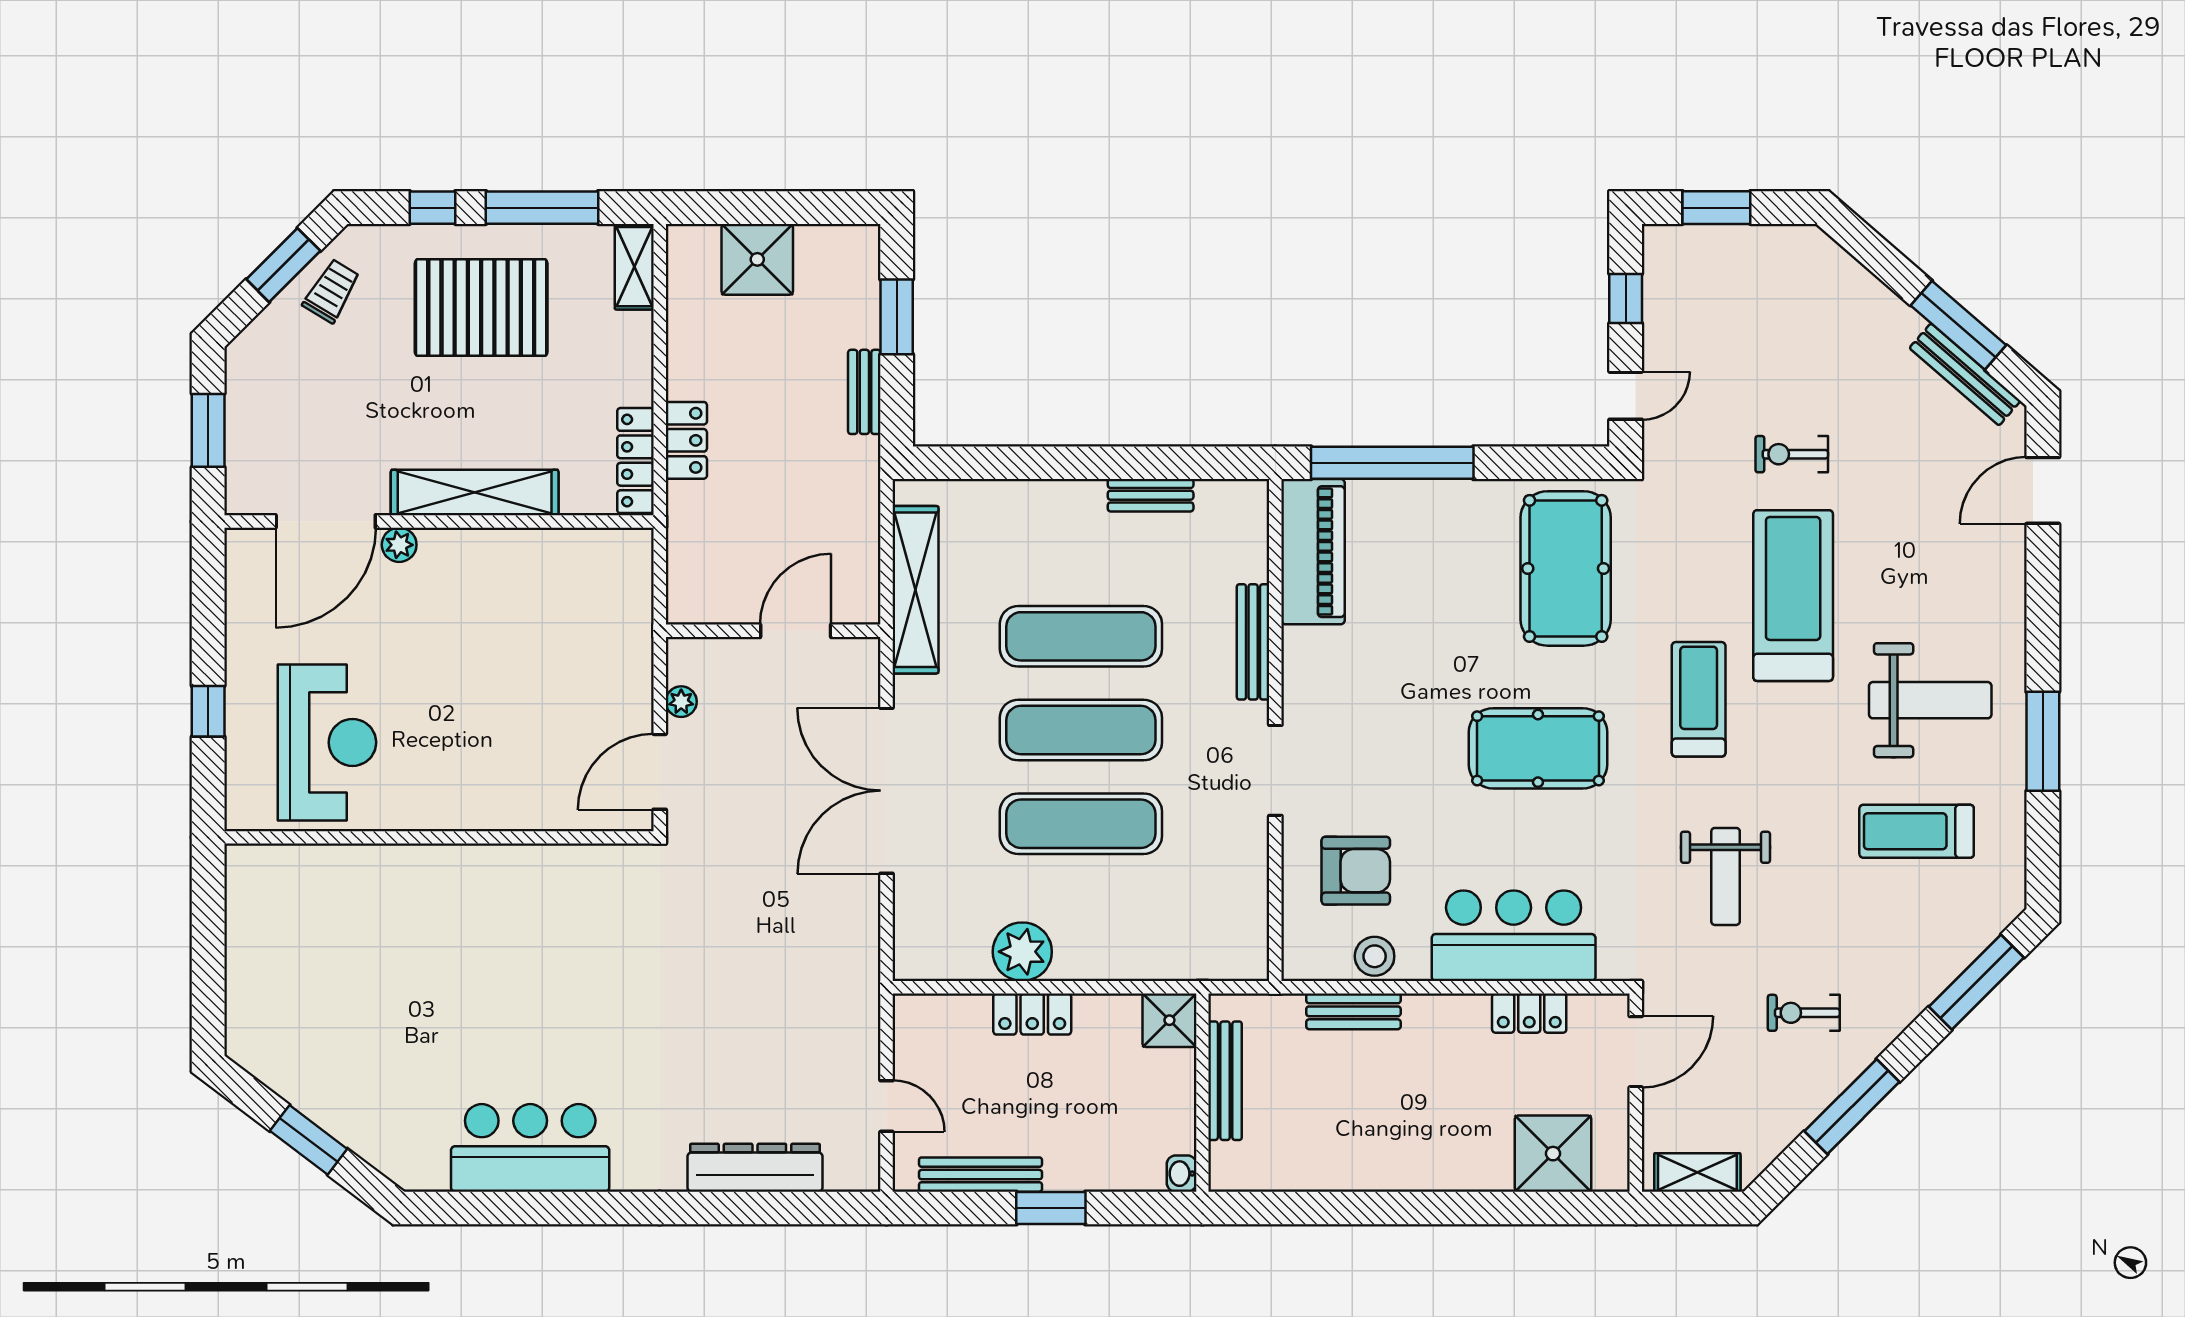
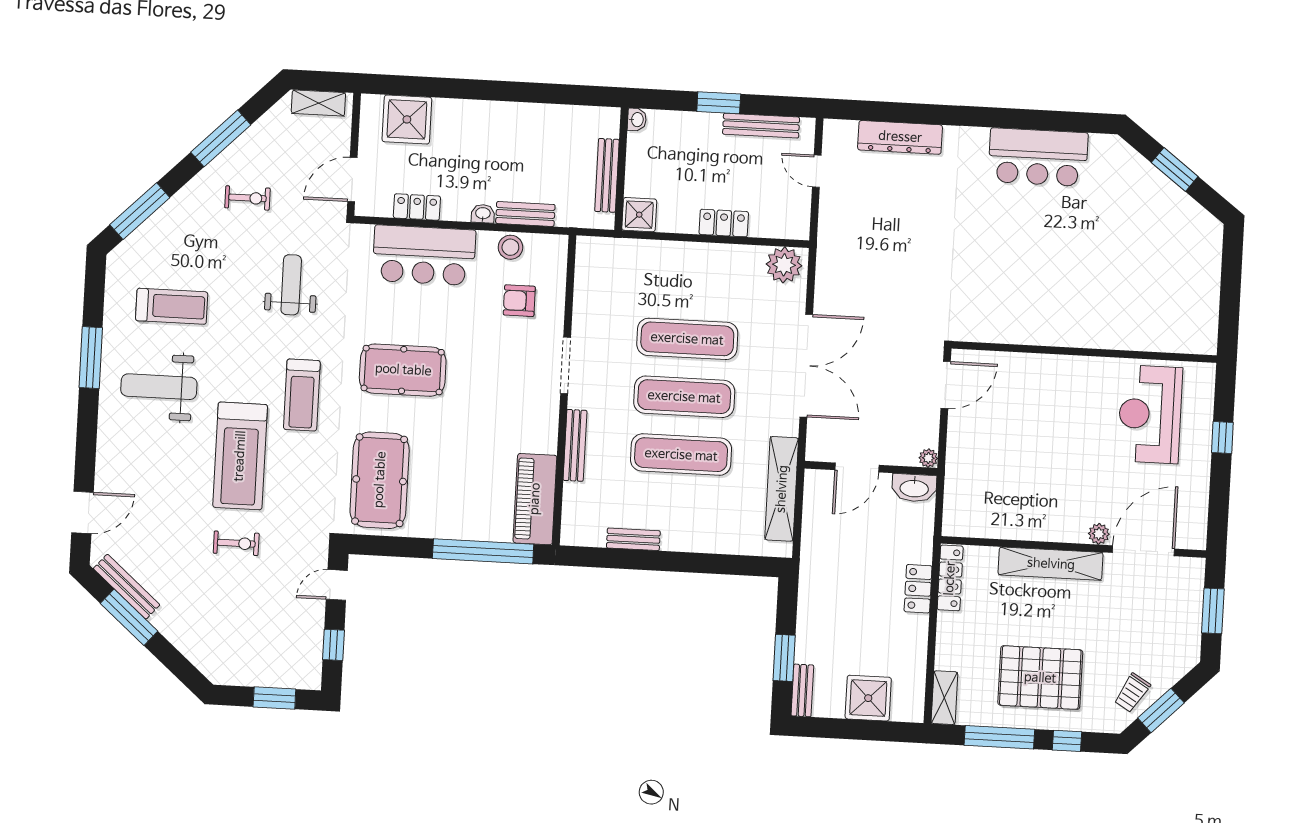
bench: (864, 392) -> (802, 690), moved
washbasin: (701, 603) -> (914, 488), added
plant: (681, 702) -> (928, 458), moved
armchair: (1356, 871) -> (519, 301), width x0.72, depth x0.72
plant: (1022, 952) -> (784, 265), moved
washbasin: (1422, 1008) -> (483, 214), added

